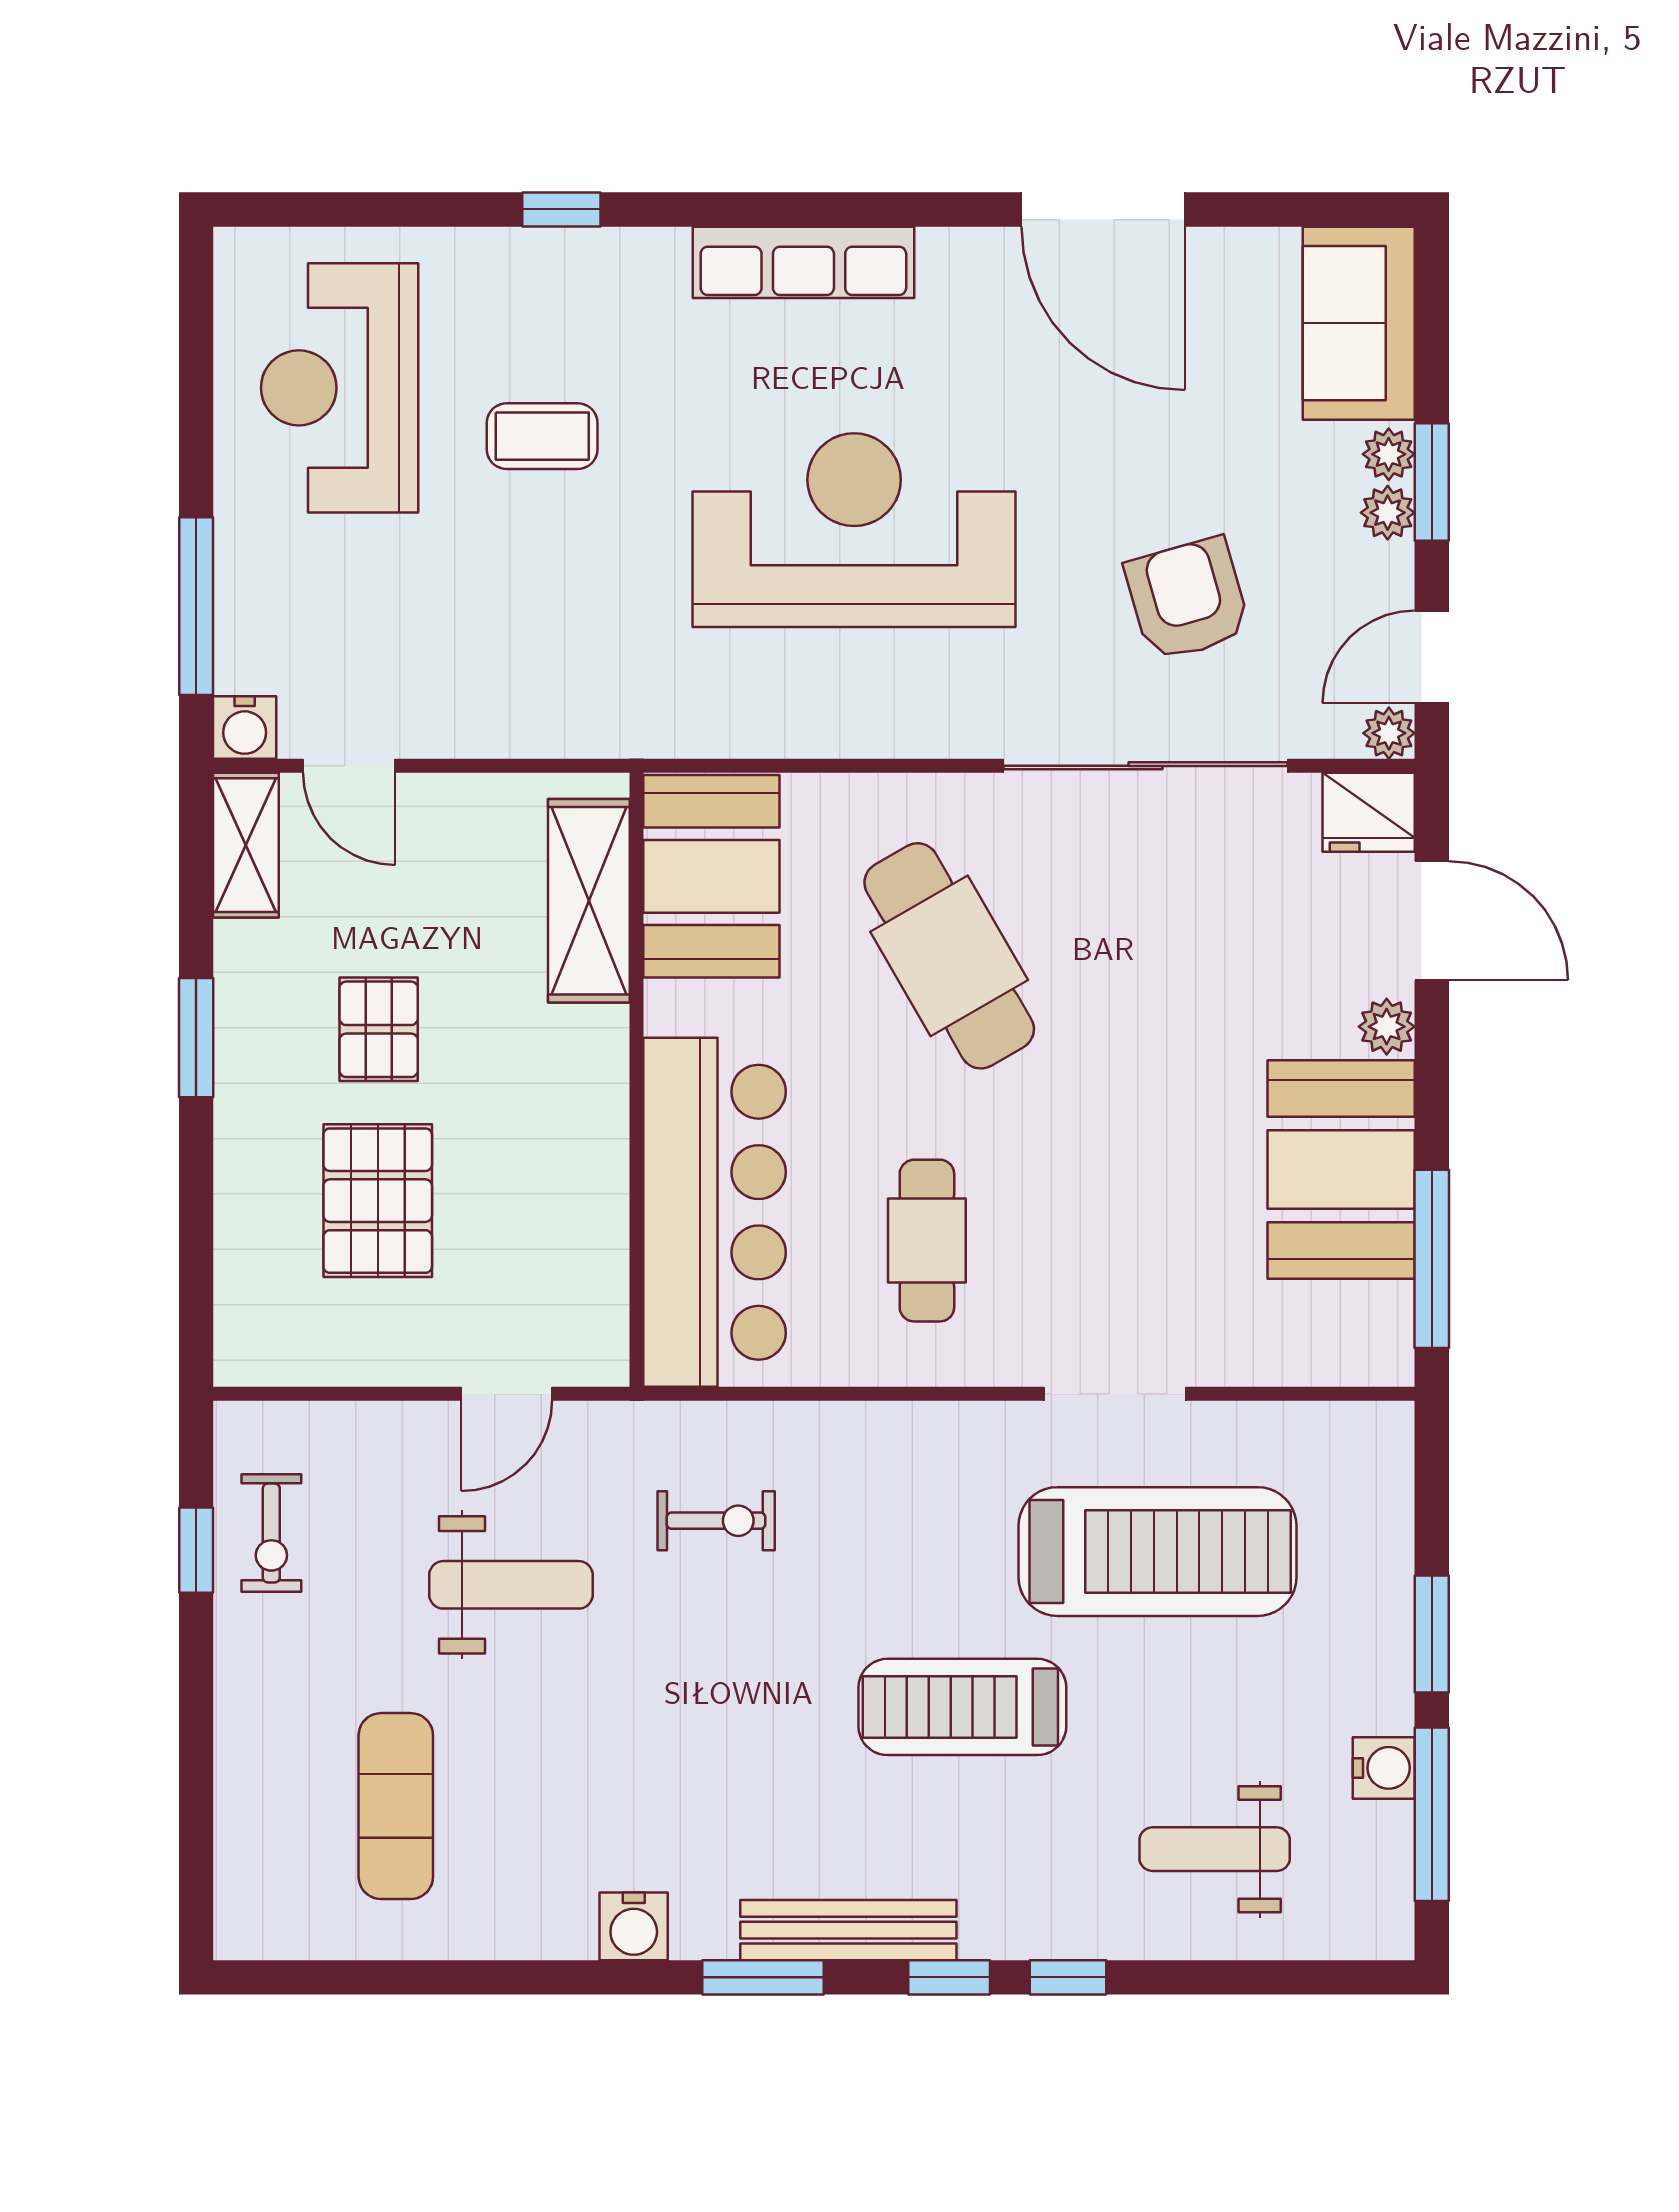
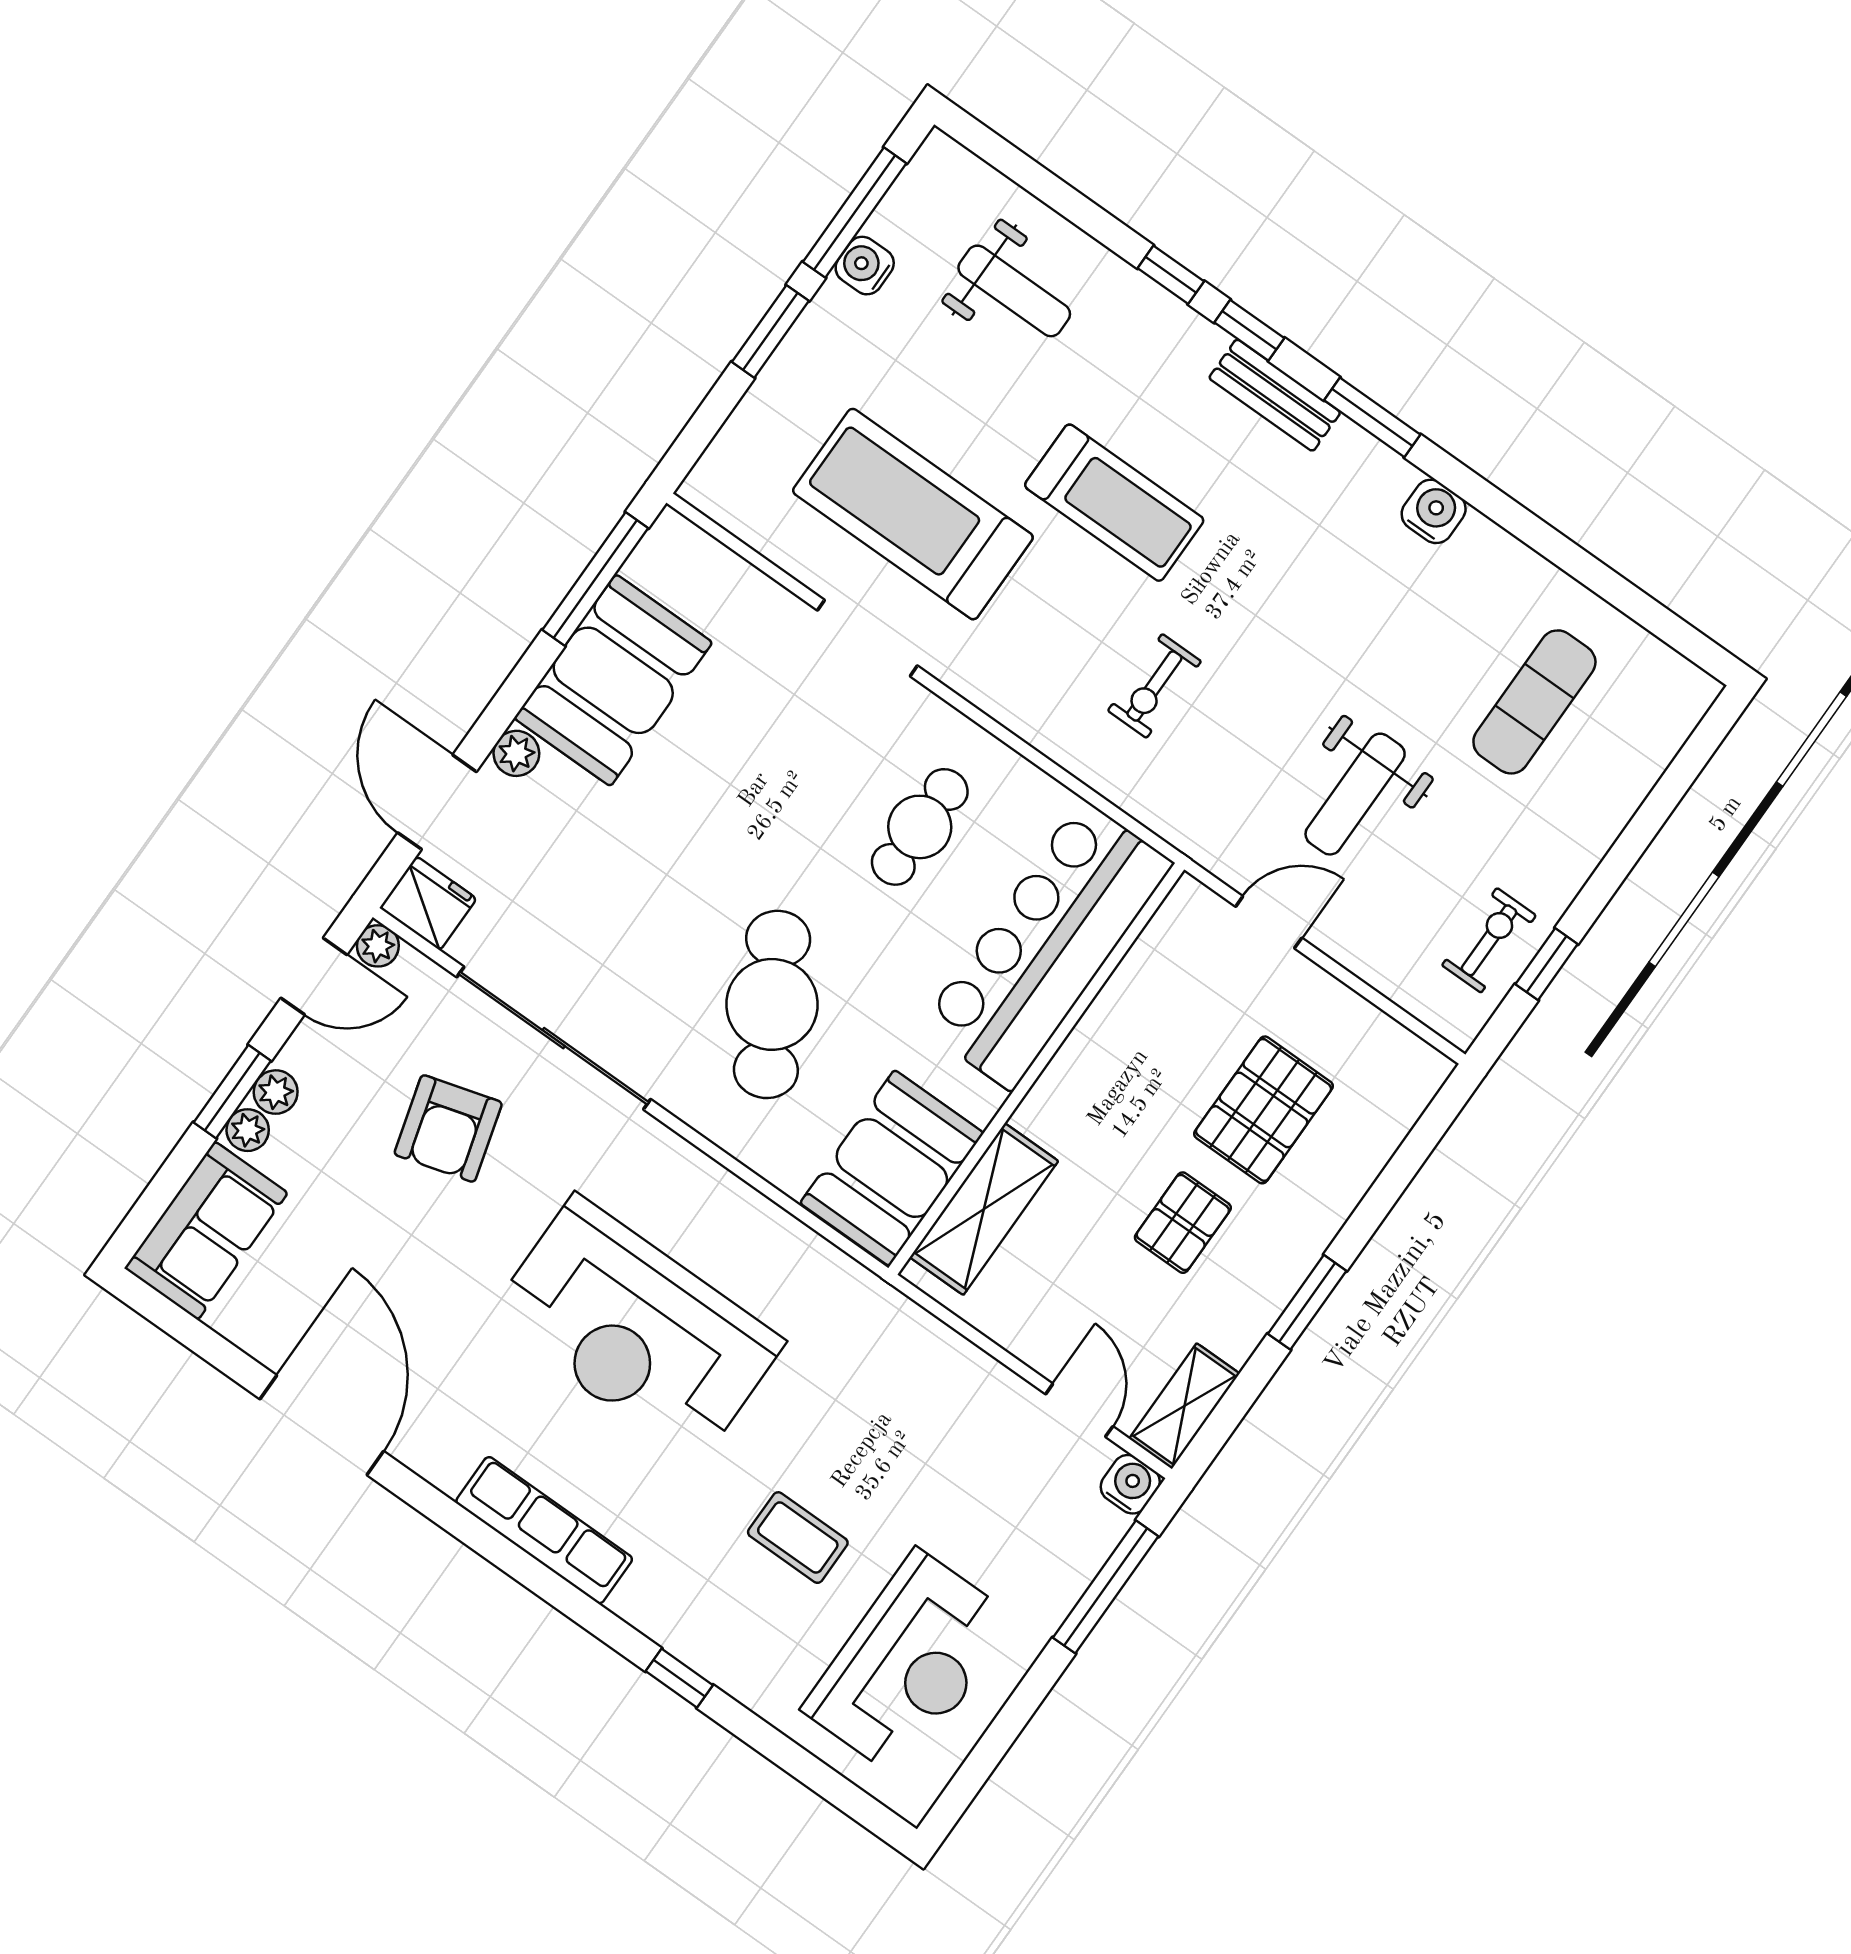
exercise bike: (716, 1521) -> (1154, 686), moved, turned -90
weight bench: (511, 1585) -> (1355, 794), turned -90
bench: (848, 1930) -> (1275, 395), width x0.73

